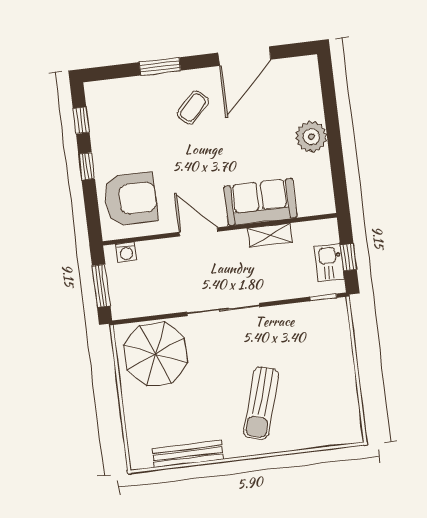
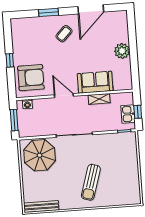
window: (81, 120) -> (8, 37), removed
bench: (188, 454) -> (41, 207), moved

